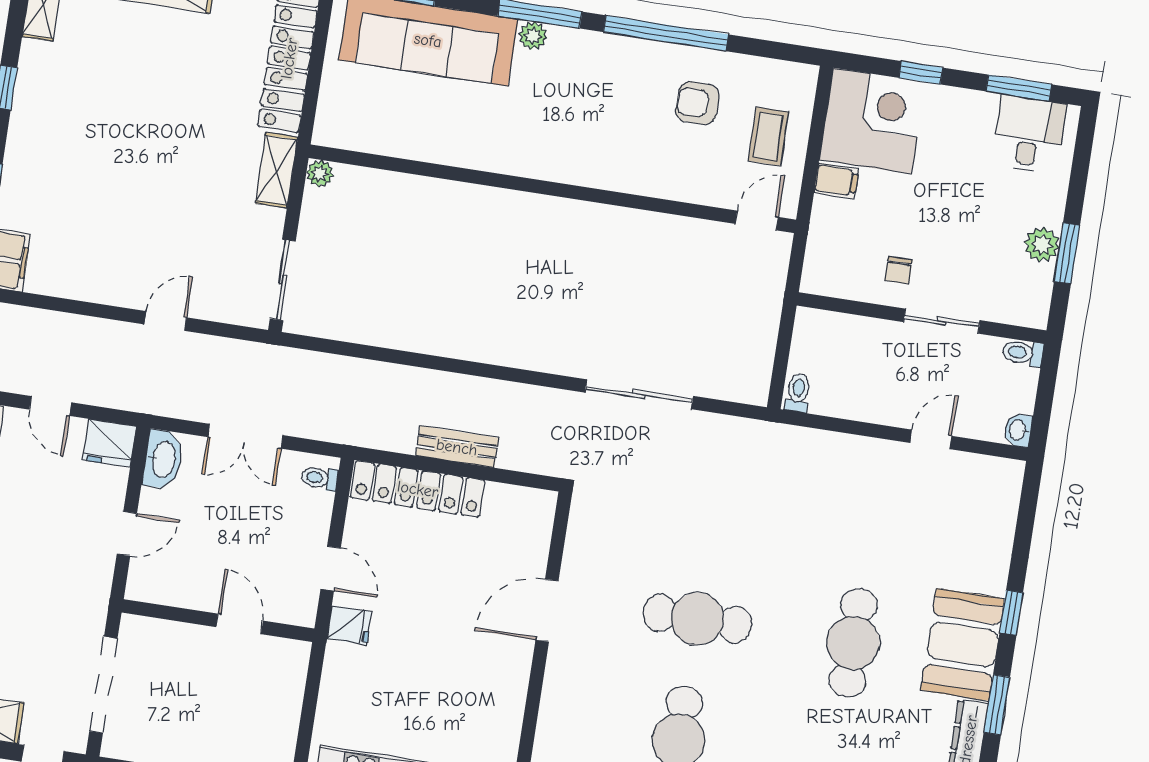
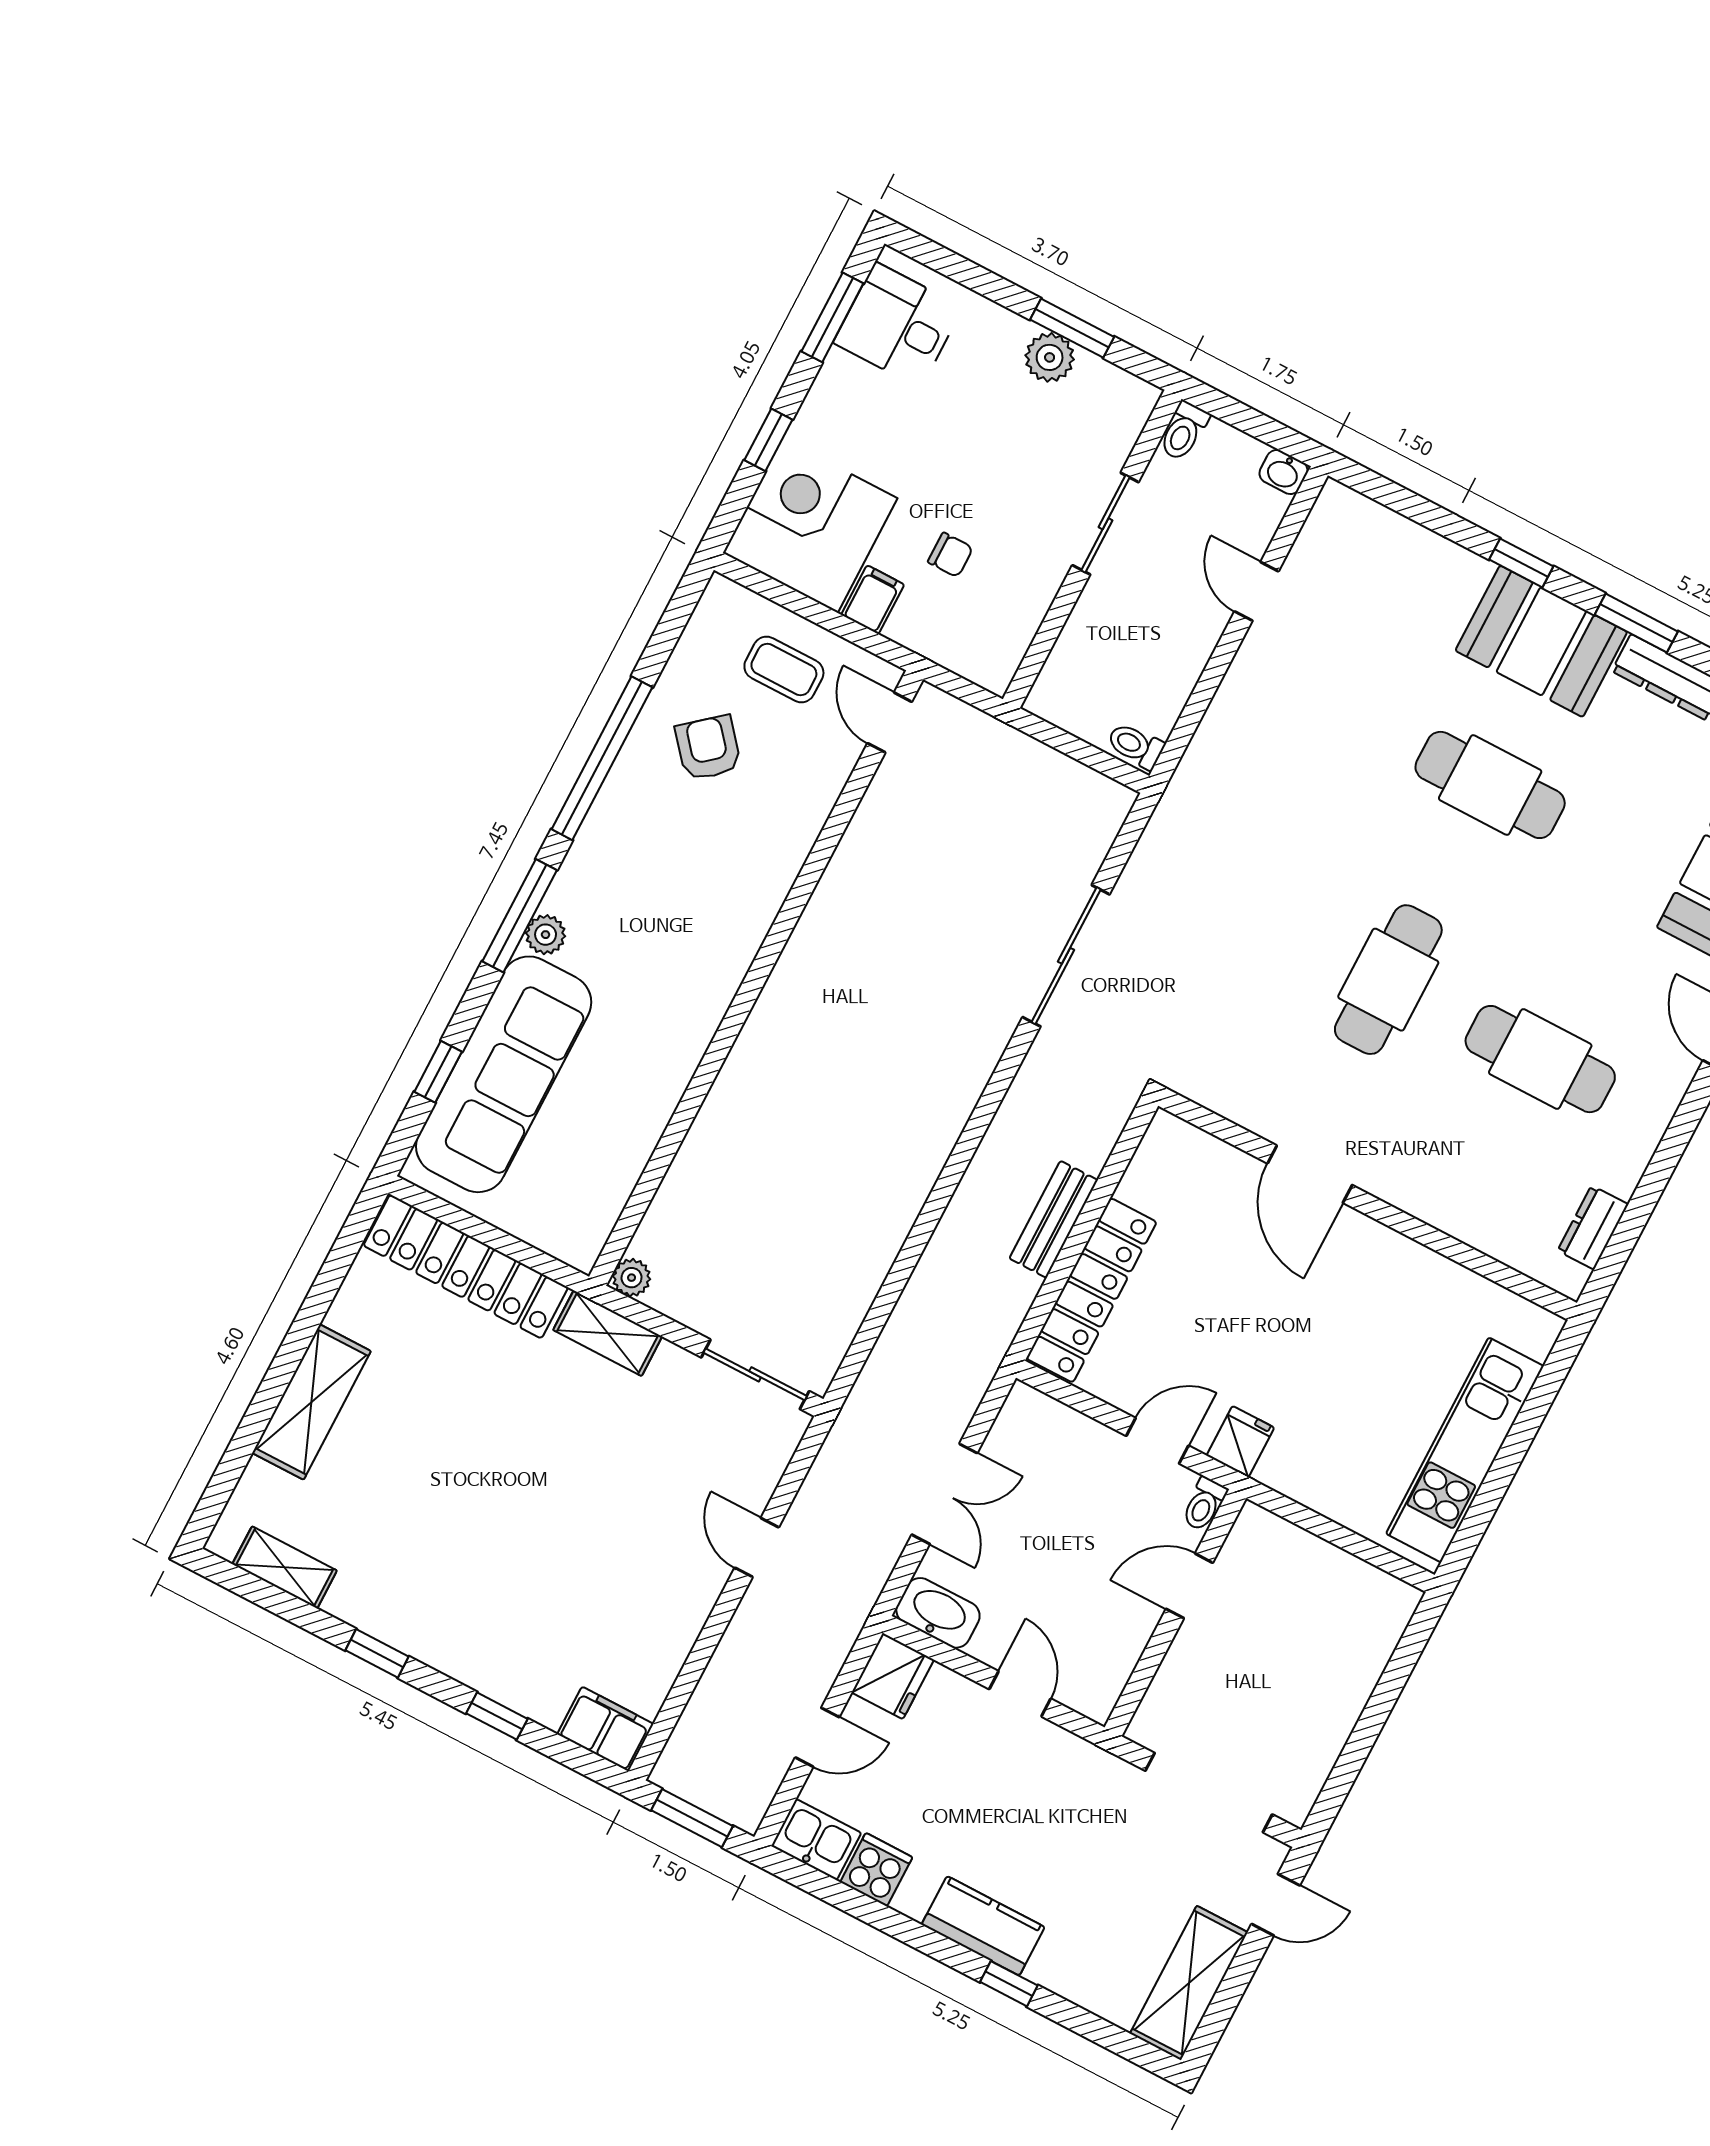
armchair: (698, 103) -> (708, 748), turned 140
chair: (898, 270) -> (950, 555), moved
toilet: (320, 478) -> (1204, 1504), moved

